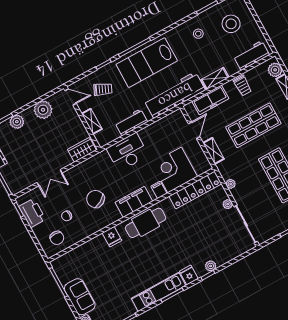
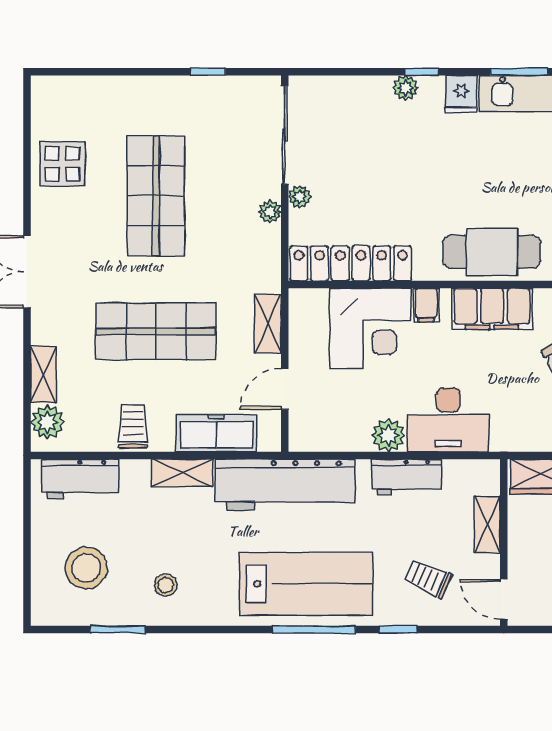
plant: (146, 134) -> (388, 435), added
plant: (231, 184) -> (270, 212), moved

